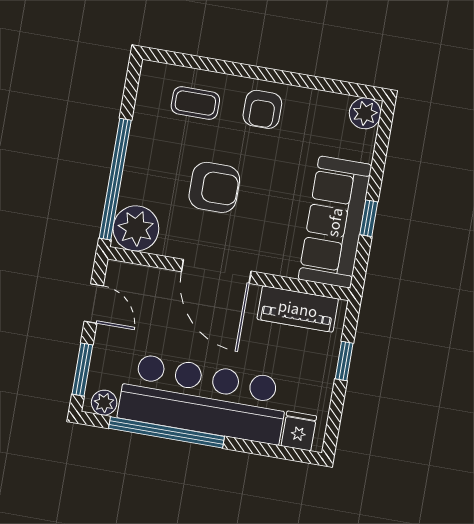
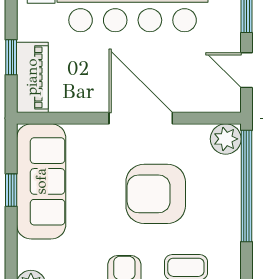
armchair: (214, 187) -> (156, 194), width x1.36, depth x1.36
plant: (136, 228) -> (226, 139), width x0.73, depth x0.73
piano: (298, 309) -> (32, 77), moved, turned 90

